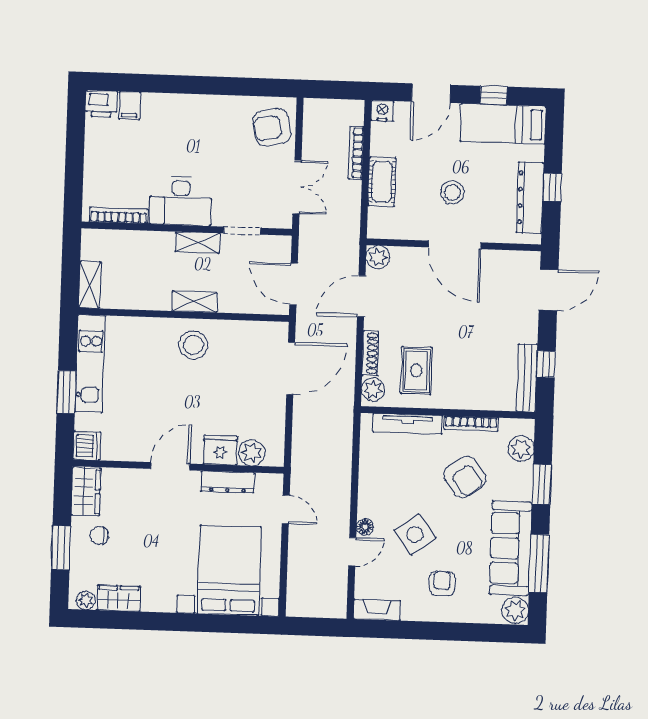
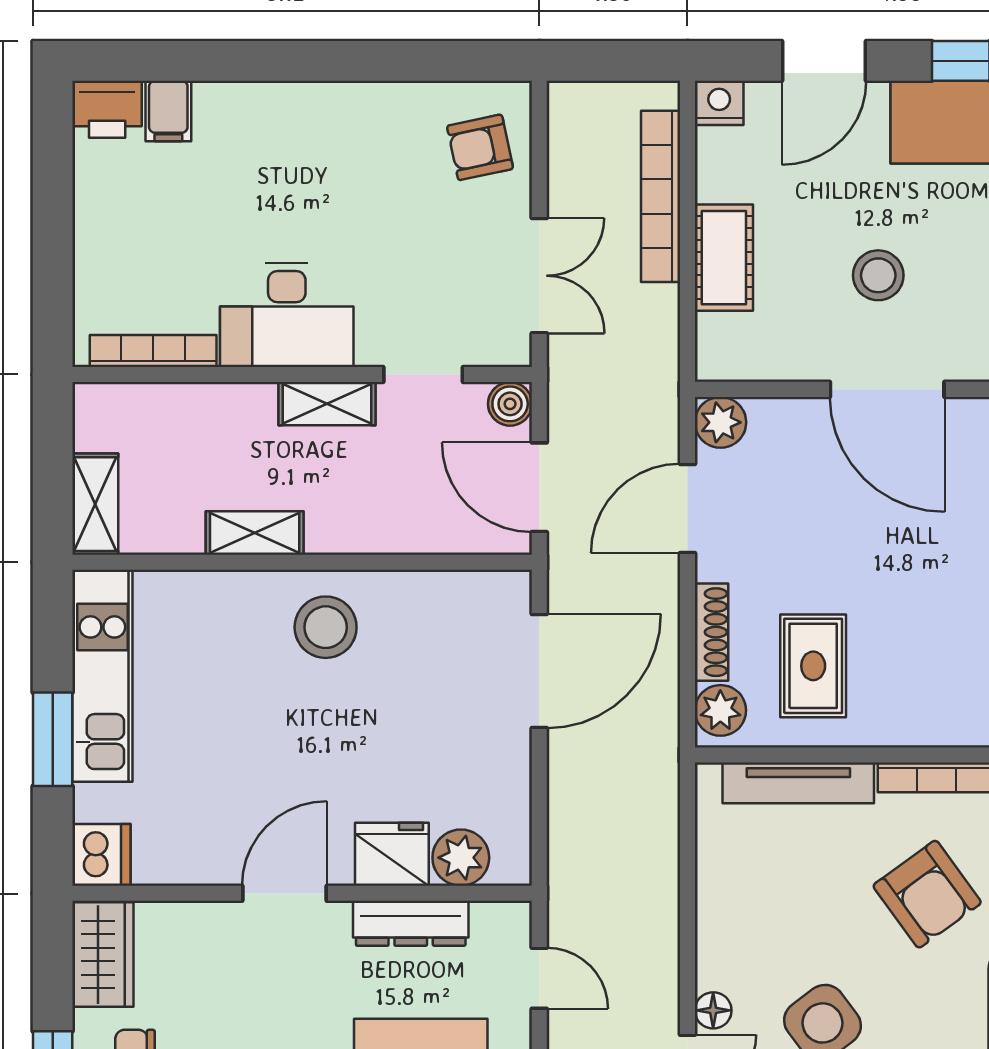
armchair: (272, 127) -> (480, 147), width x0.72, depth x0.72
bookcase: (356, 153) -> (661, 196), width x1.48, depth x1.31
boiler: (281, 245) -> (510, 404), added
shelving: (195, 302) -> (255, 533), moved

